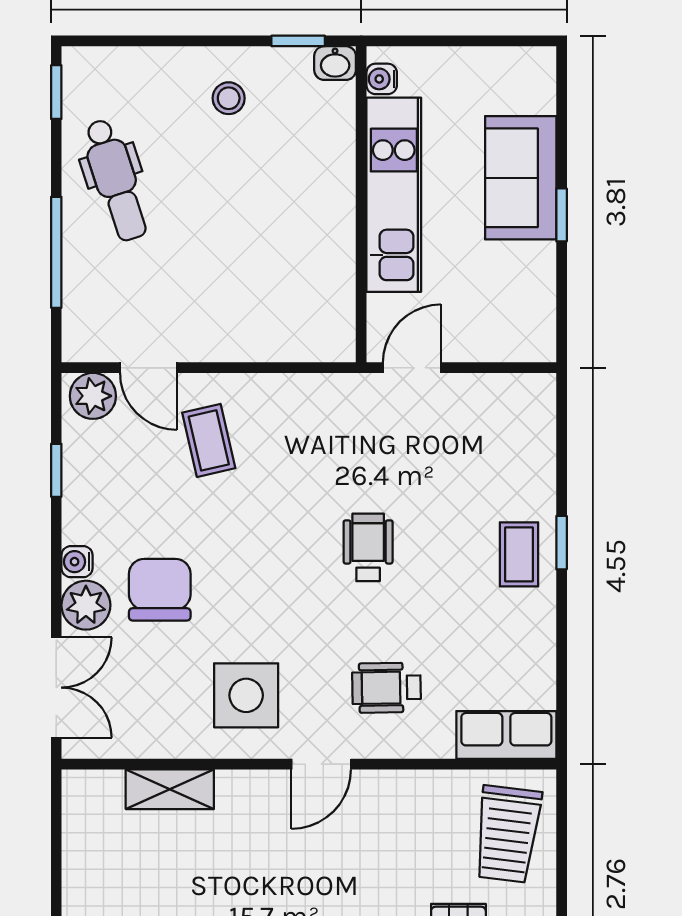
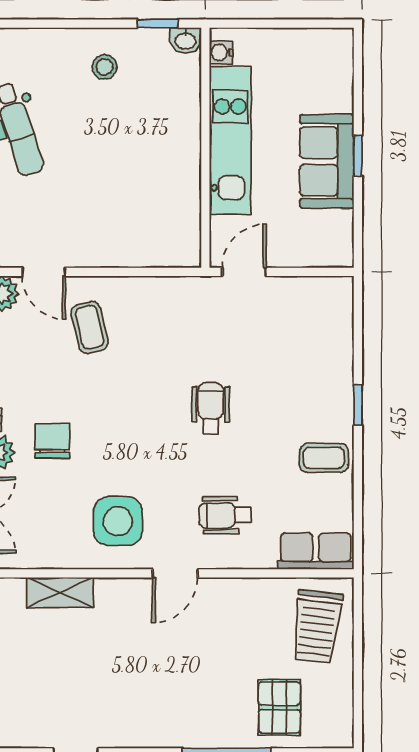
sofa: (521, 178) -> (327, 161), moved
coffee table: (519, 554) -> (324, 458), moved, turned 90
chair: (160, 590) -> (52, 441), width x0.73, depth x0.73

